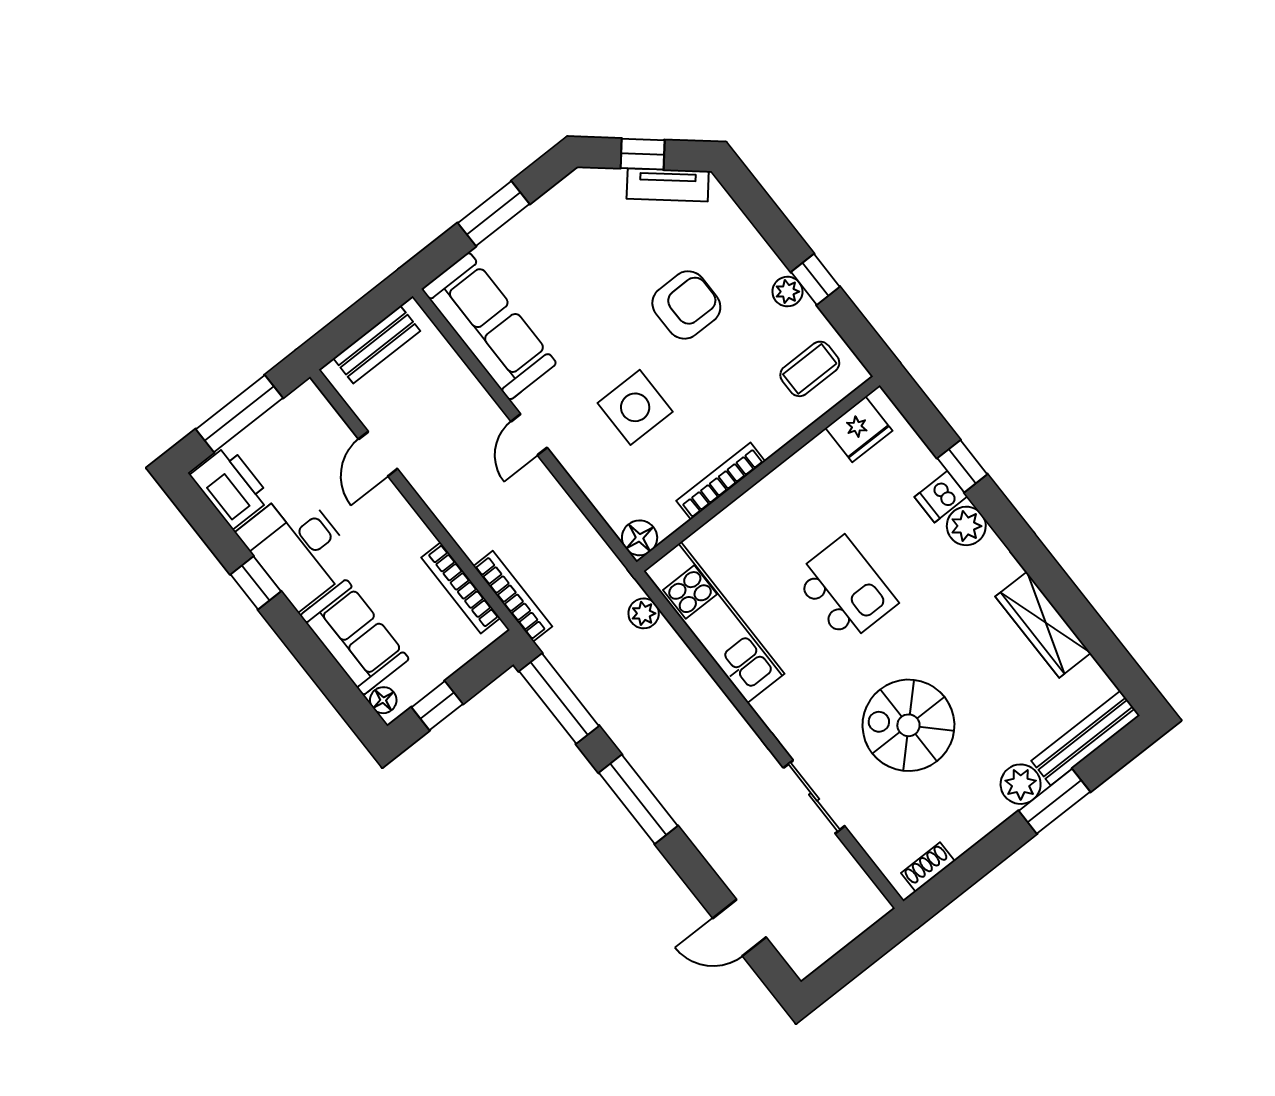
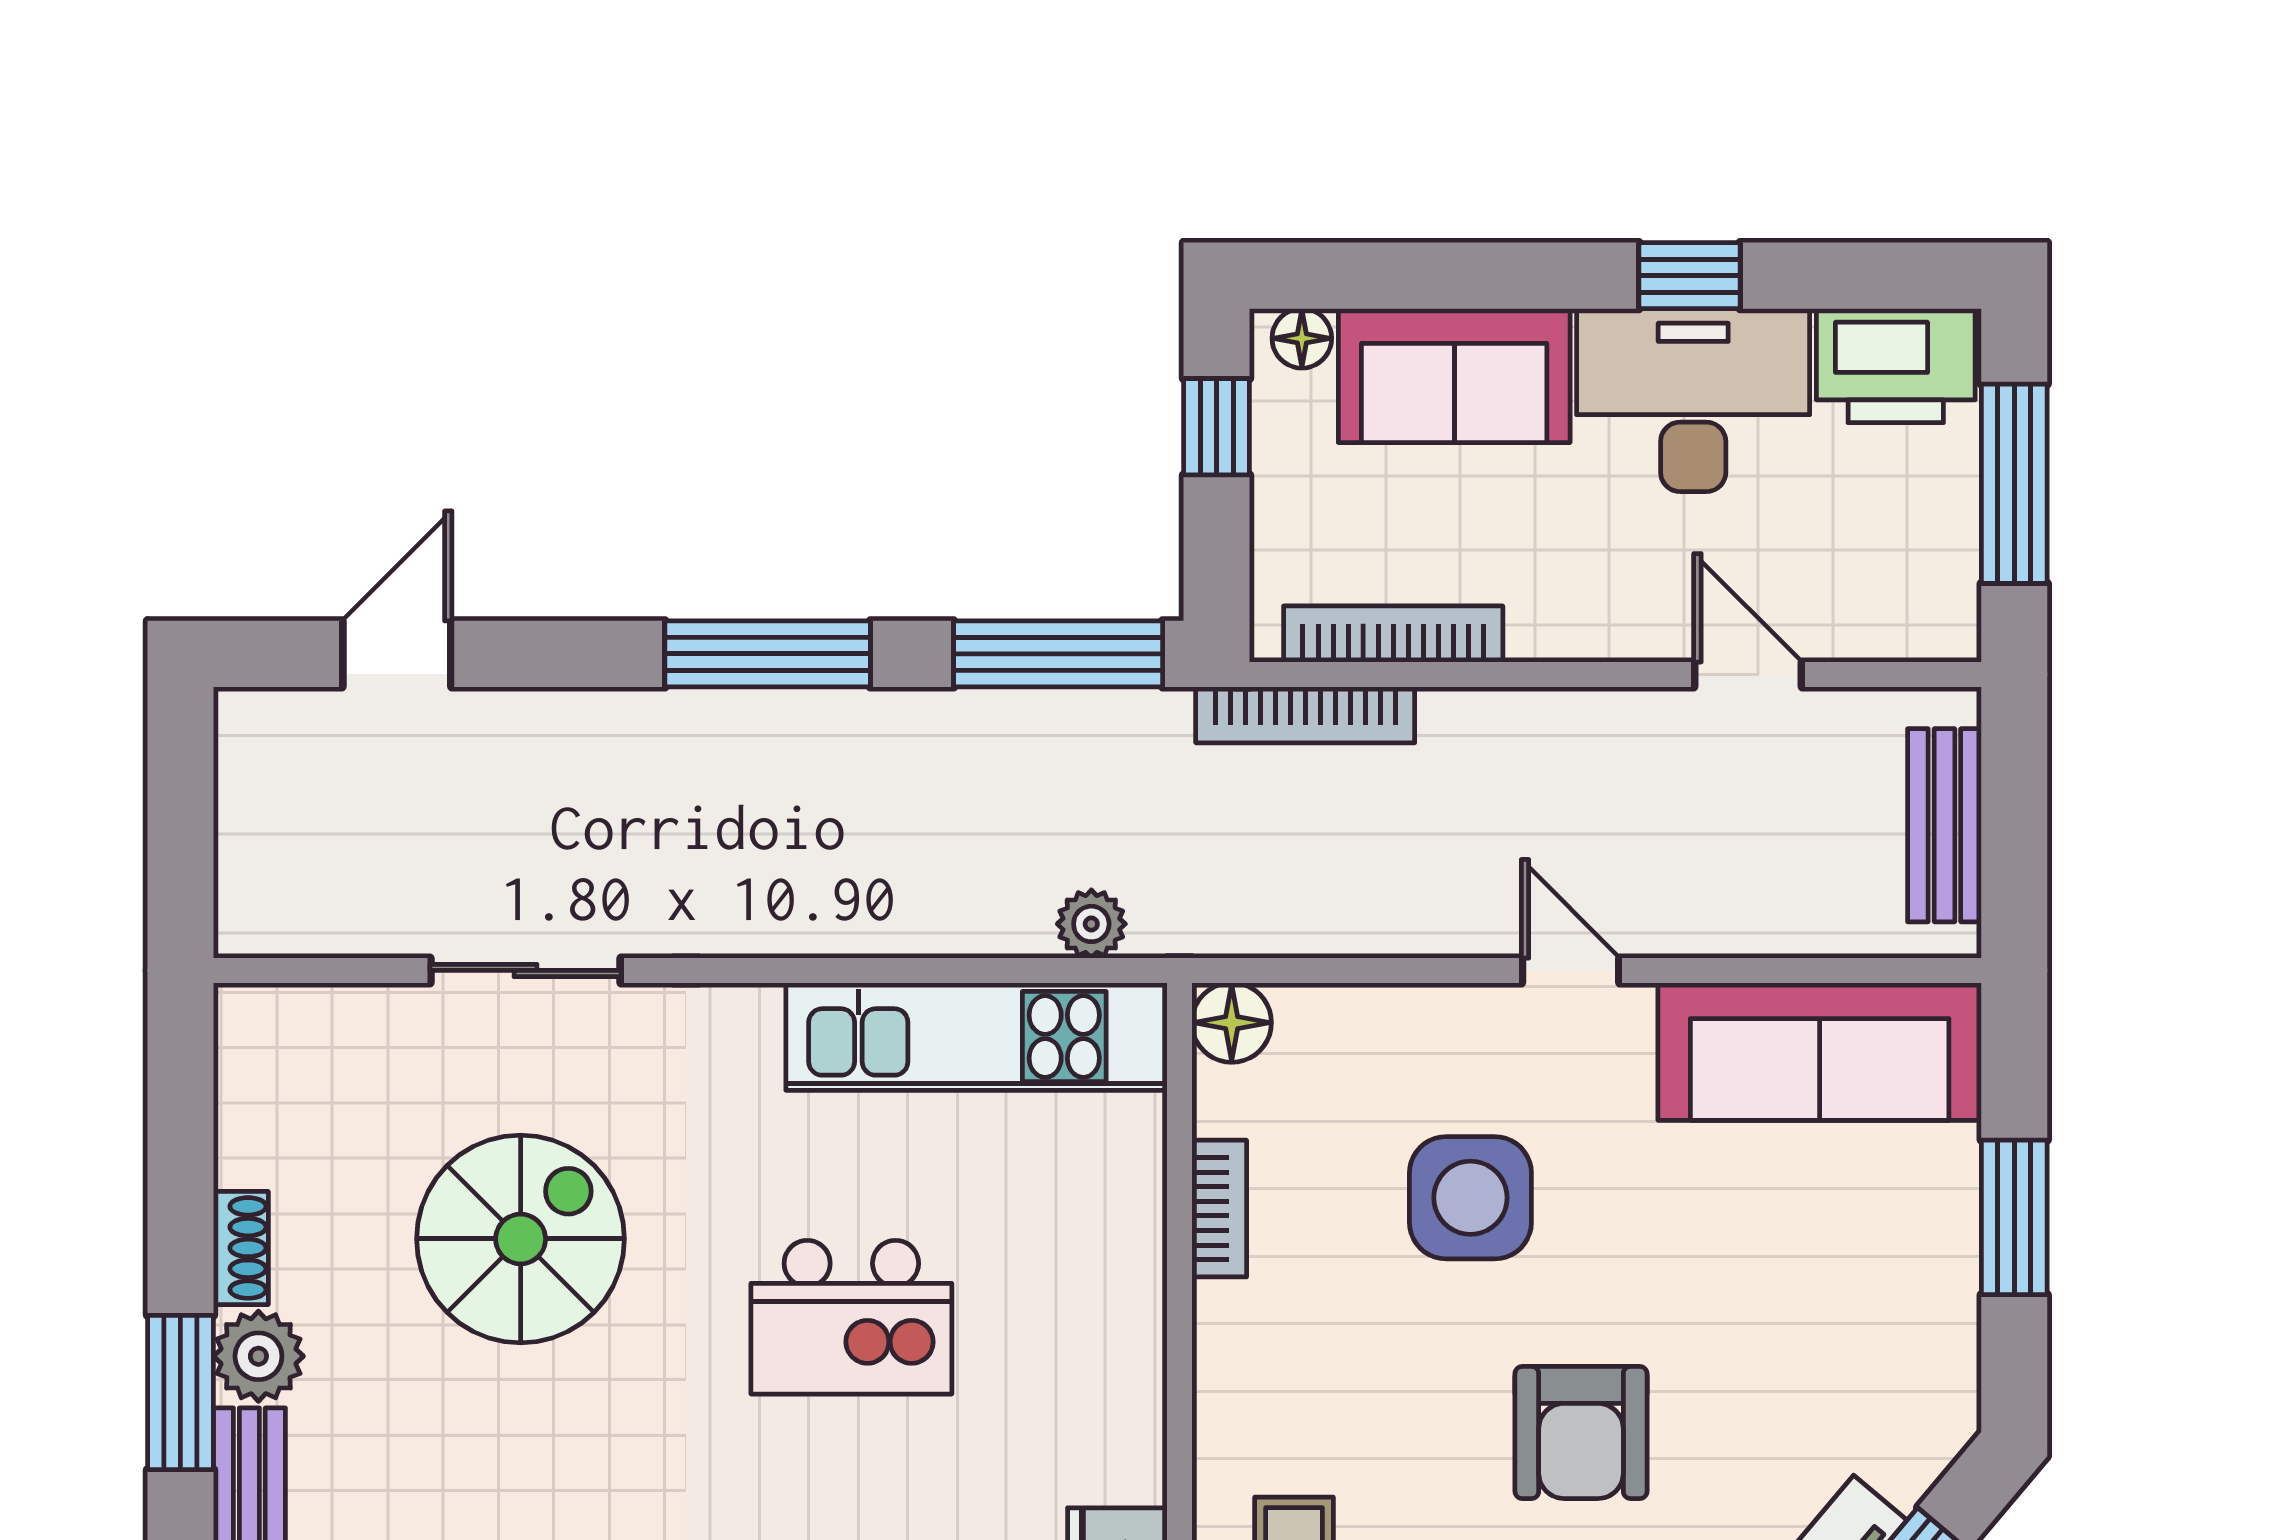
bookcase: (721, 481) -> (1219, 1209), width x0.64
shoe rack: (928, 867) -> (241, 1248), moved

